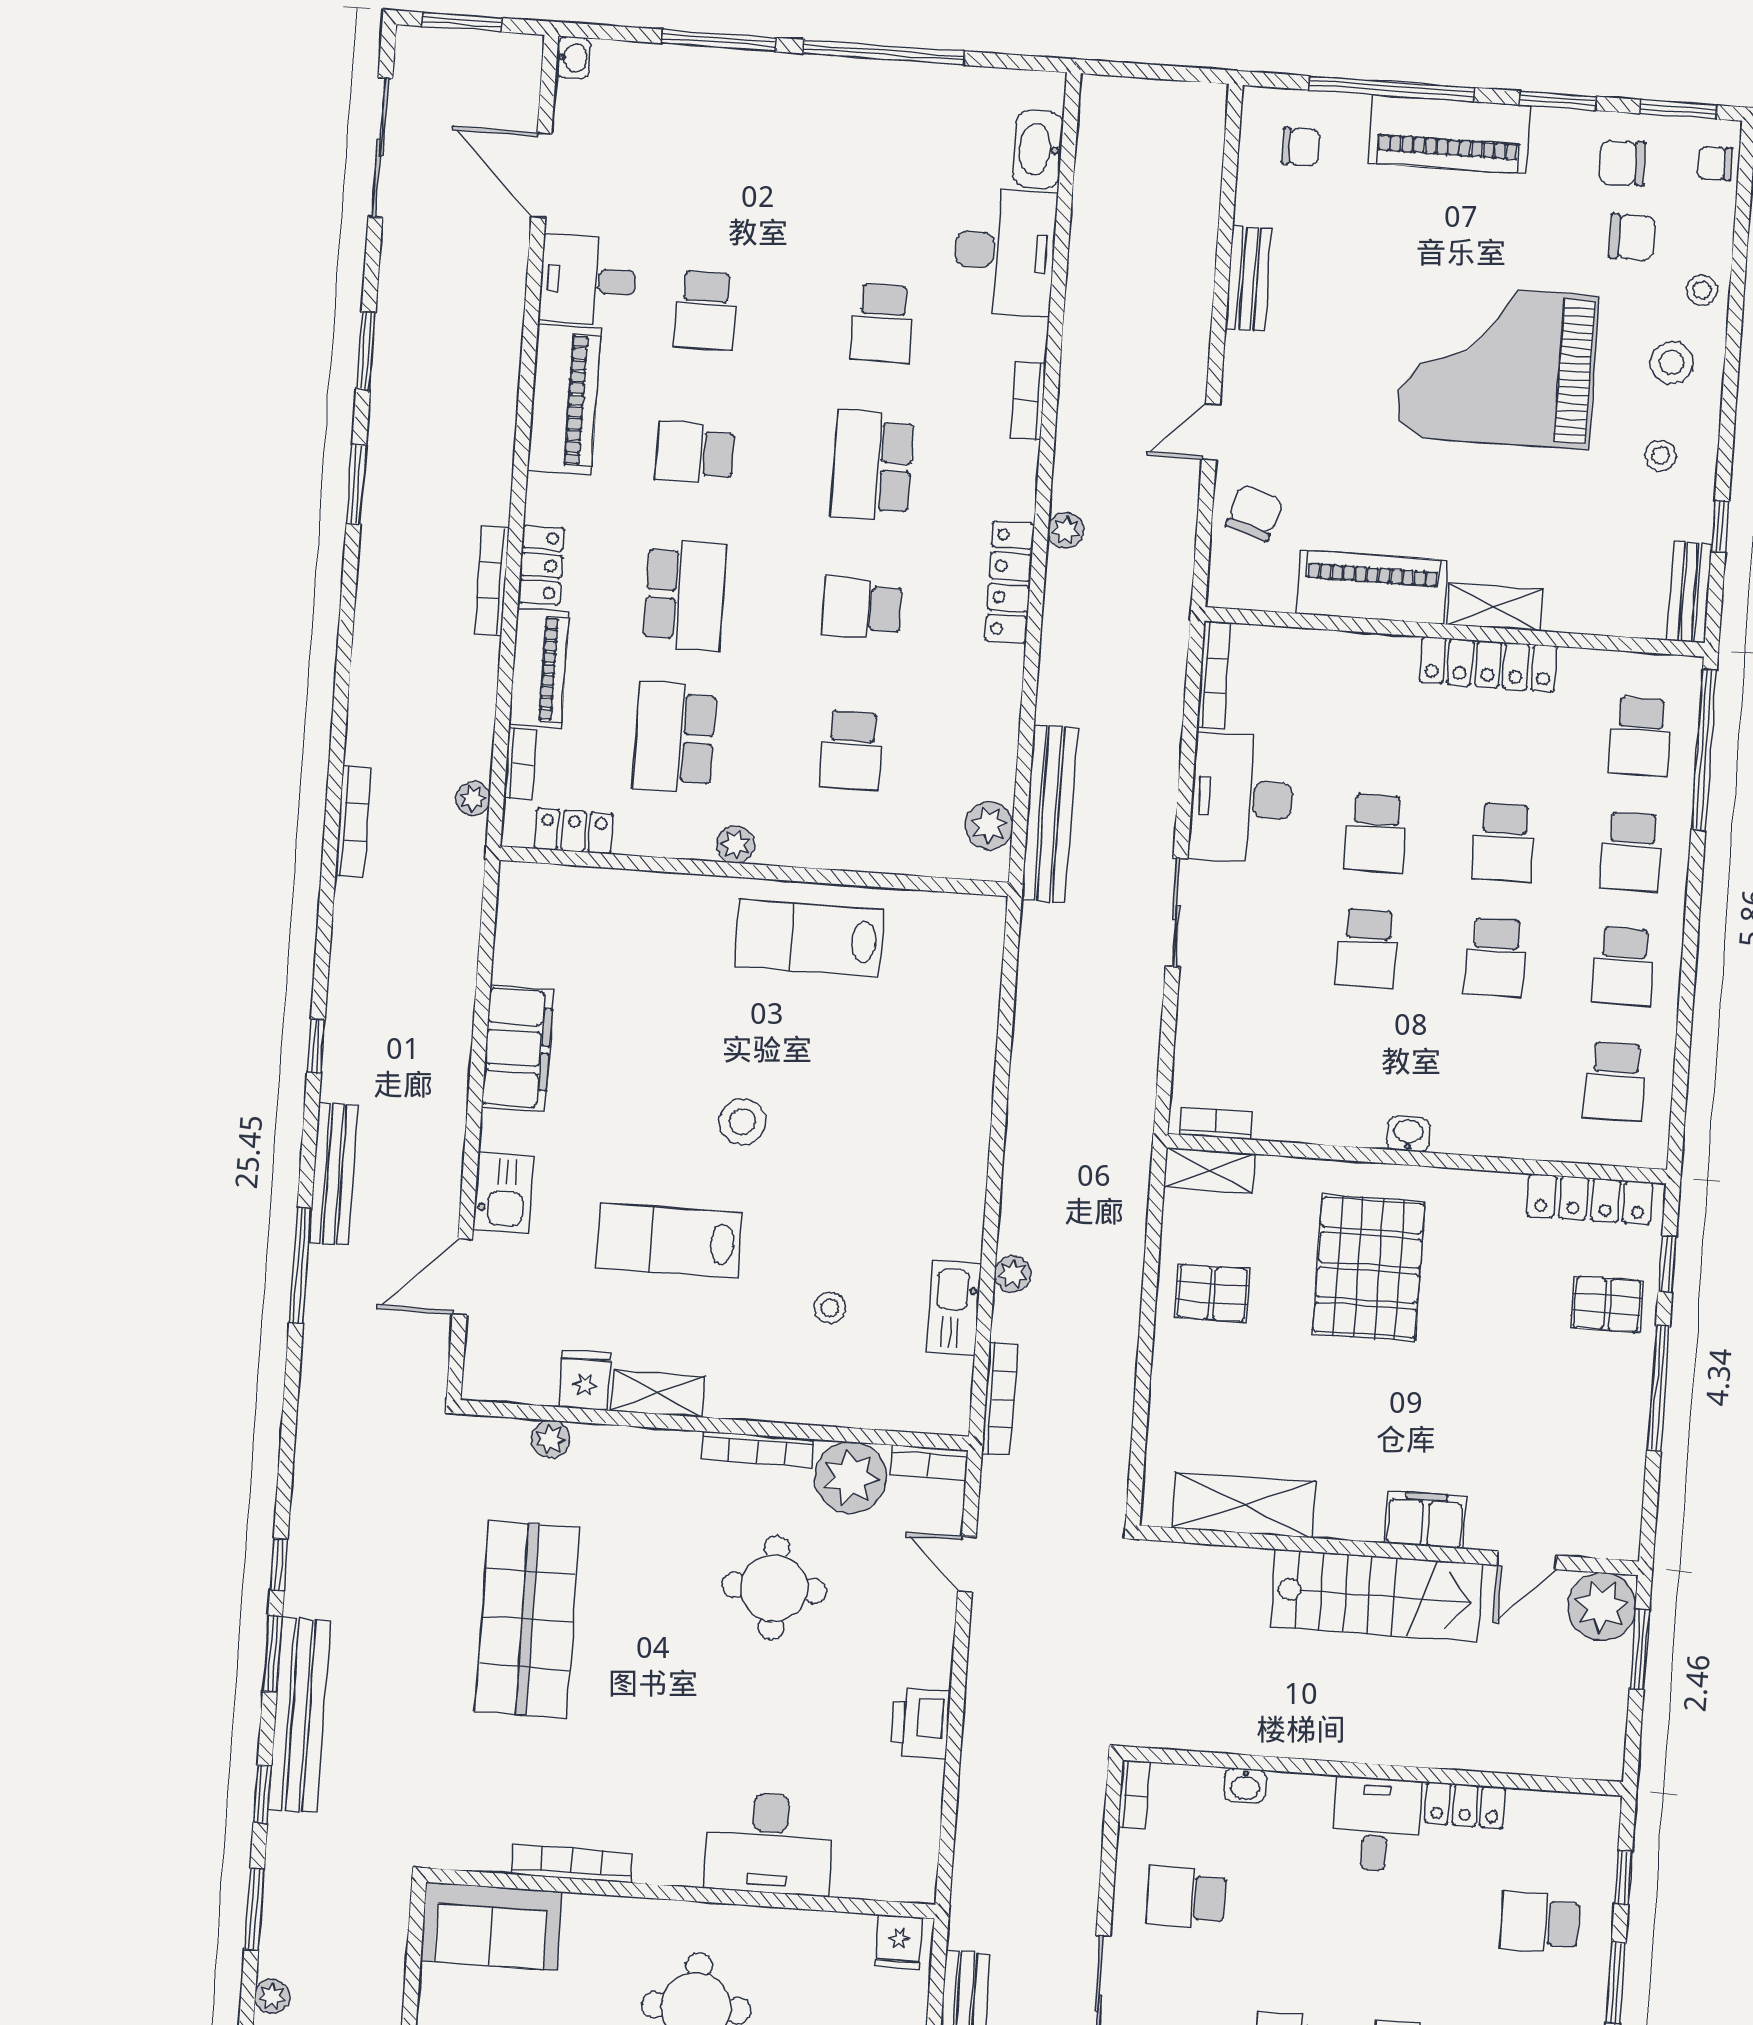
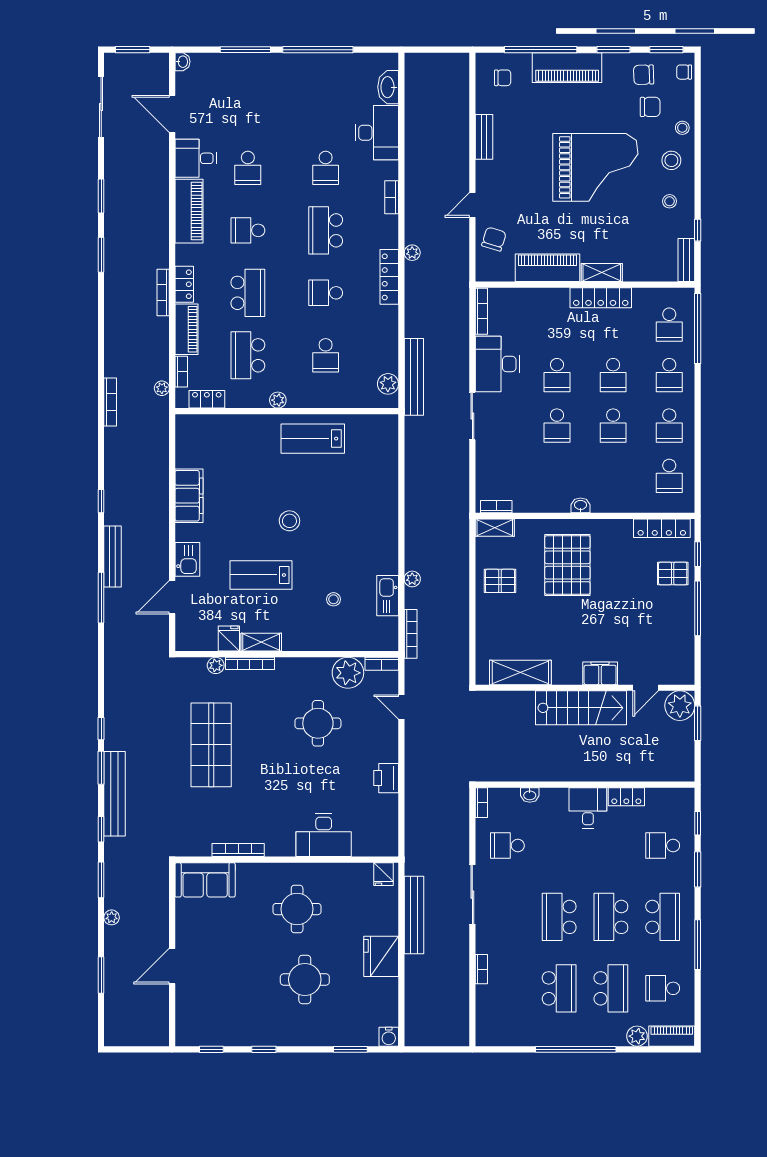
grand piano: (1497, 366) -> (595, 167), turned 180
bookcase: (757, 1449) -> (250, 663), moved

